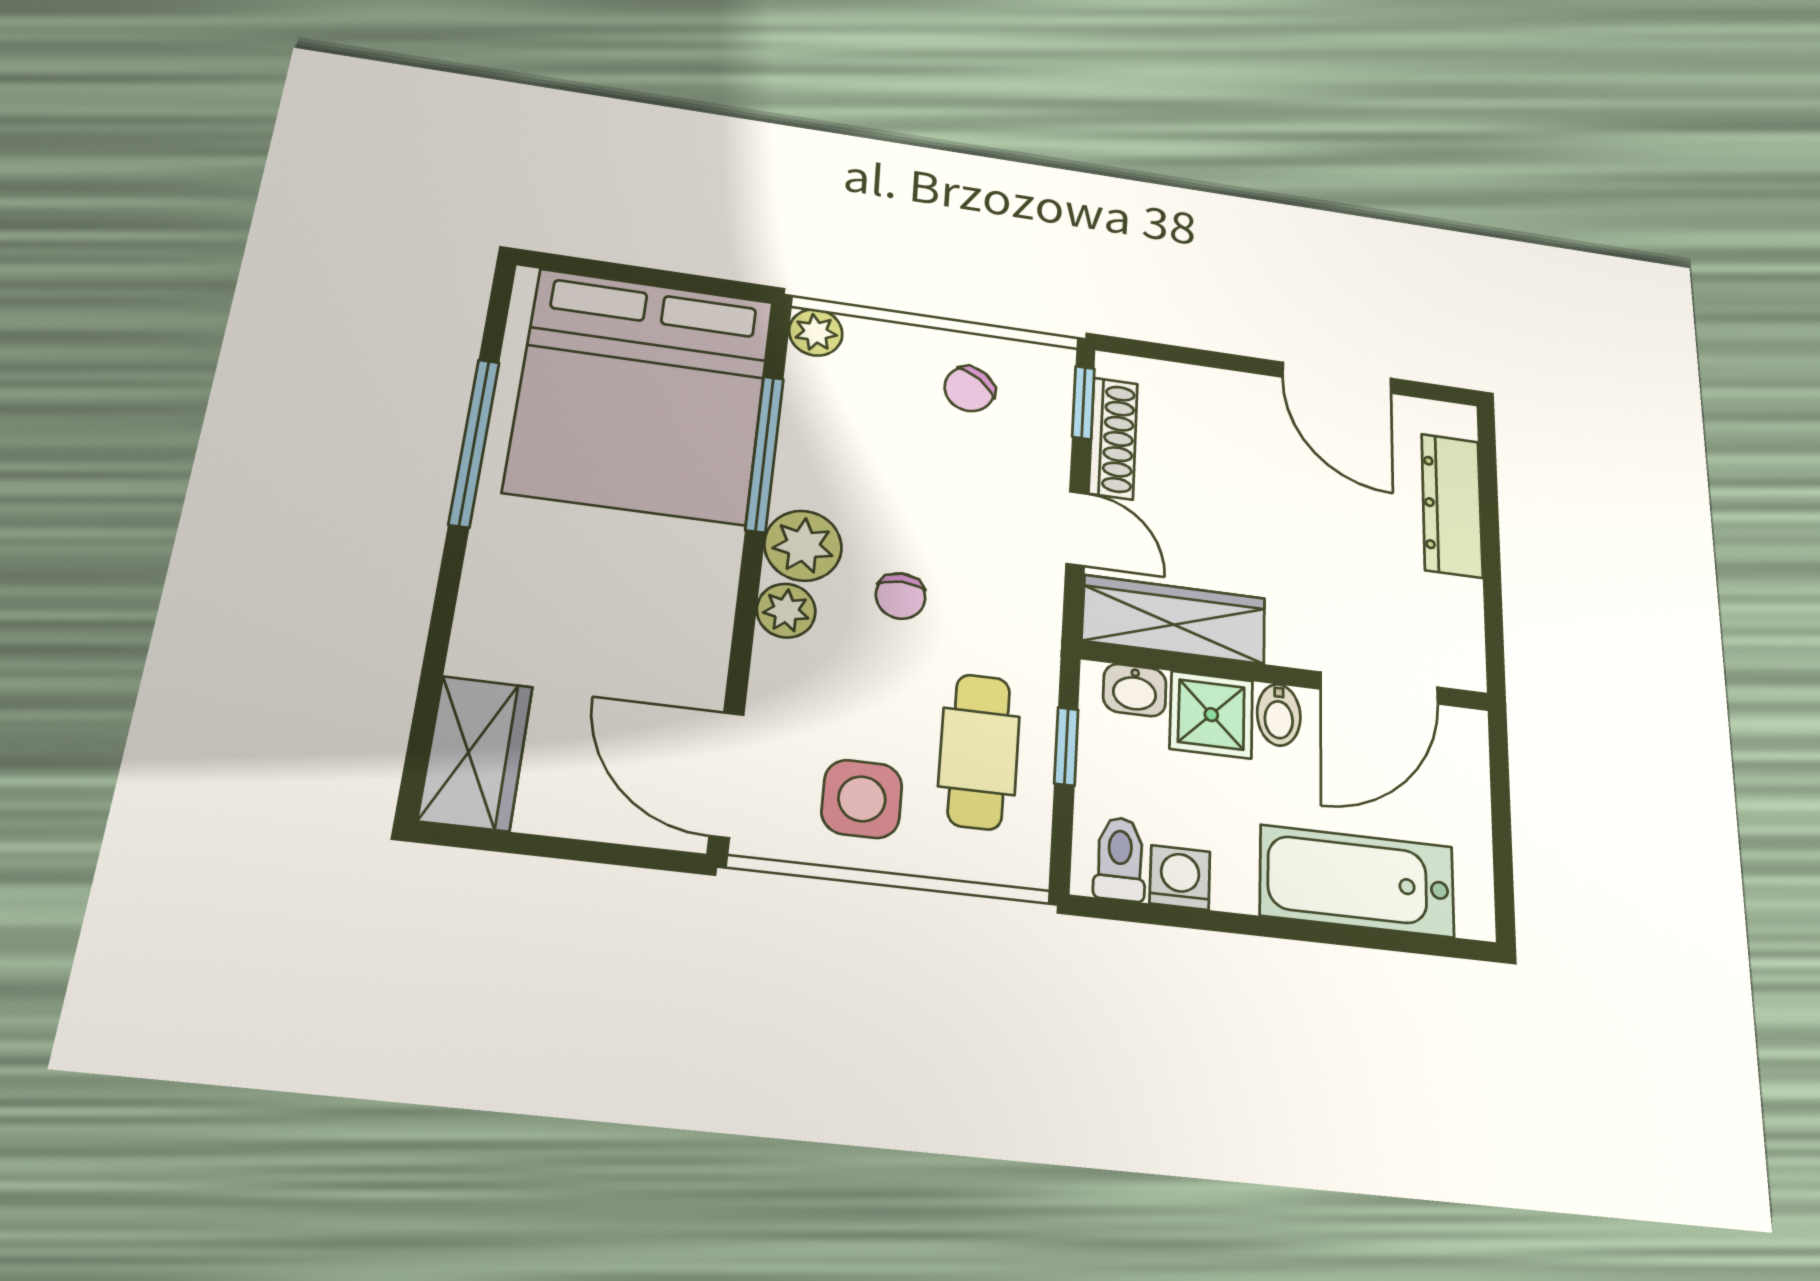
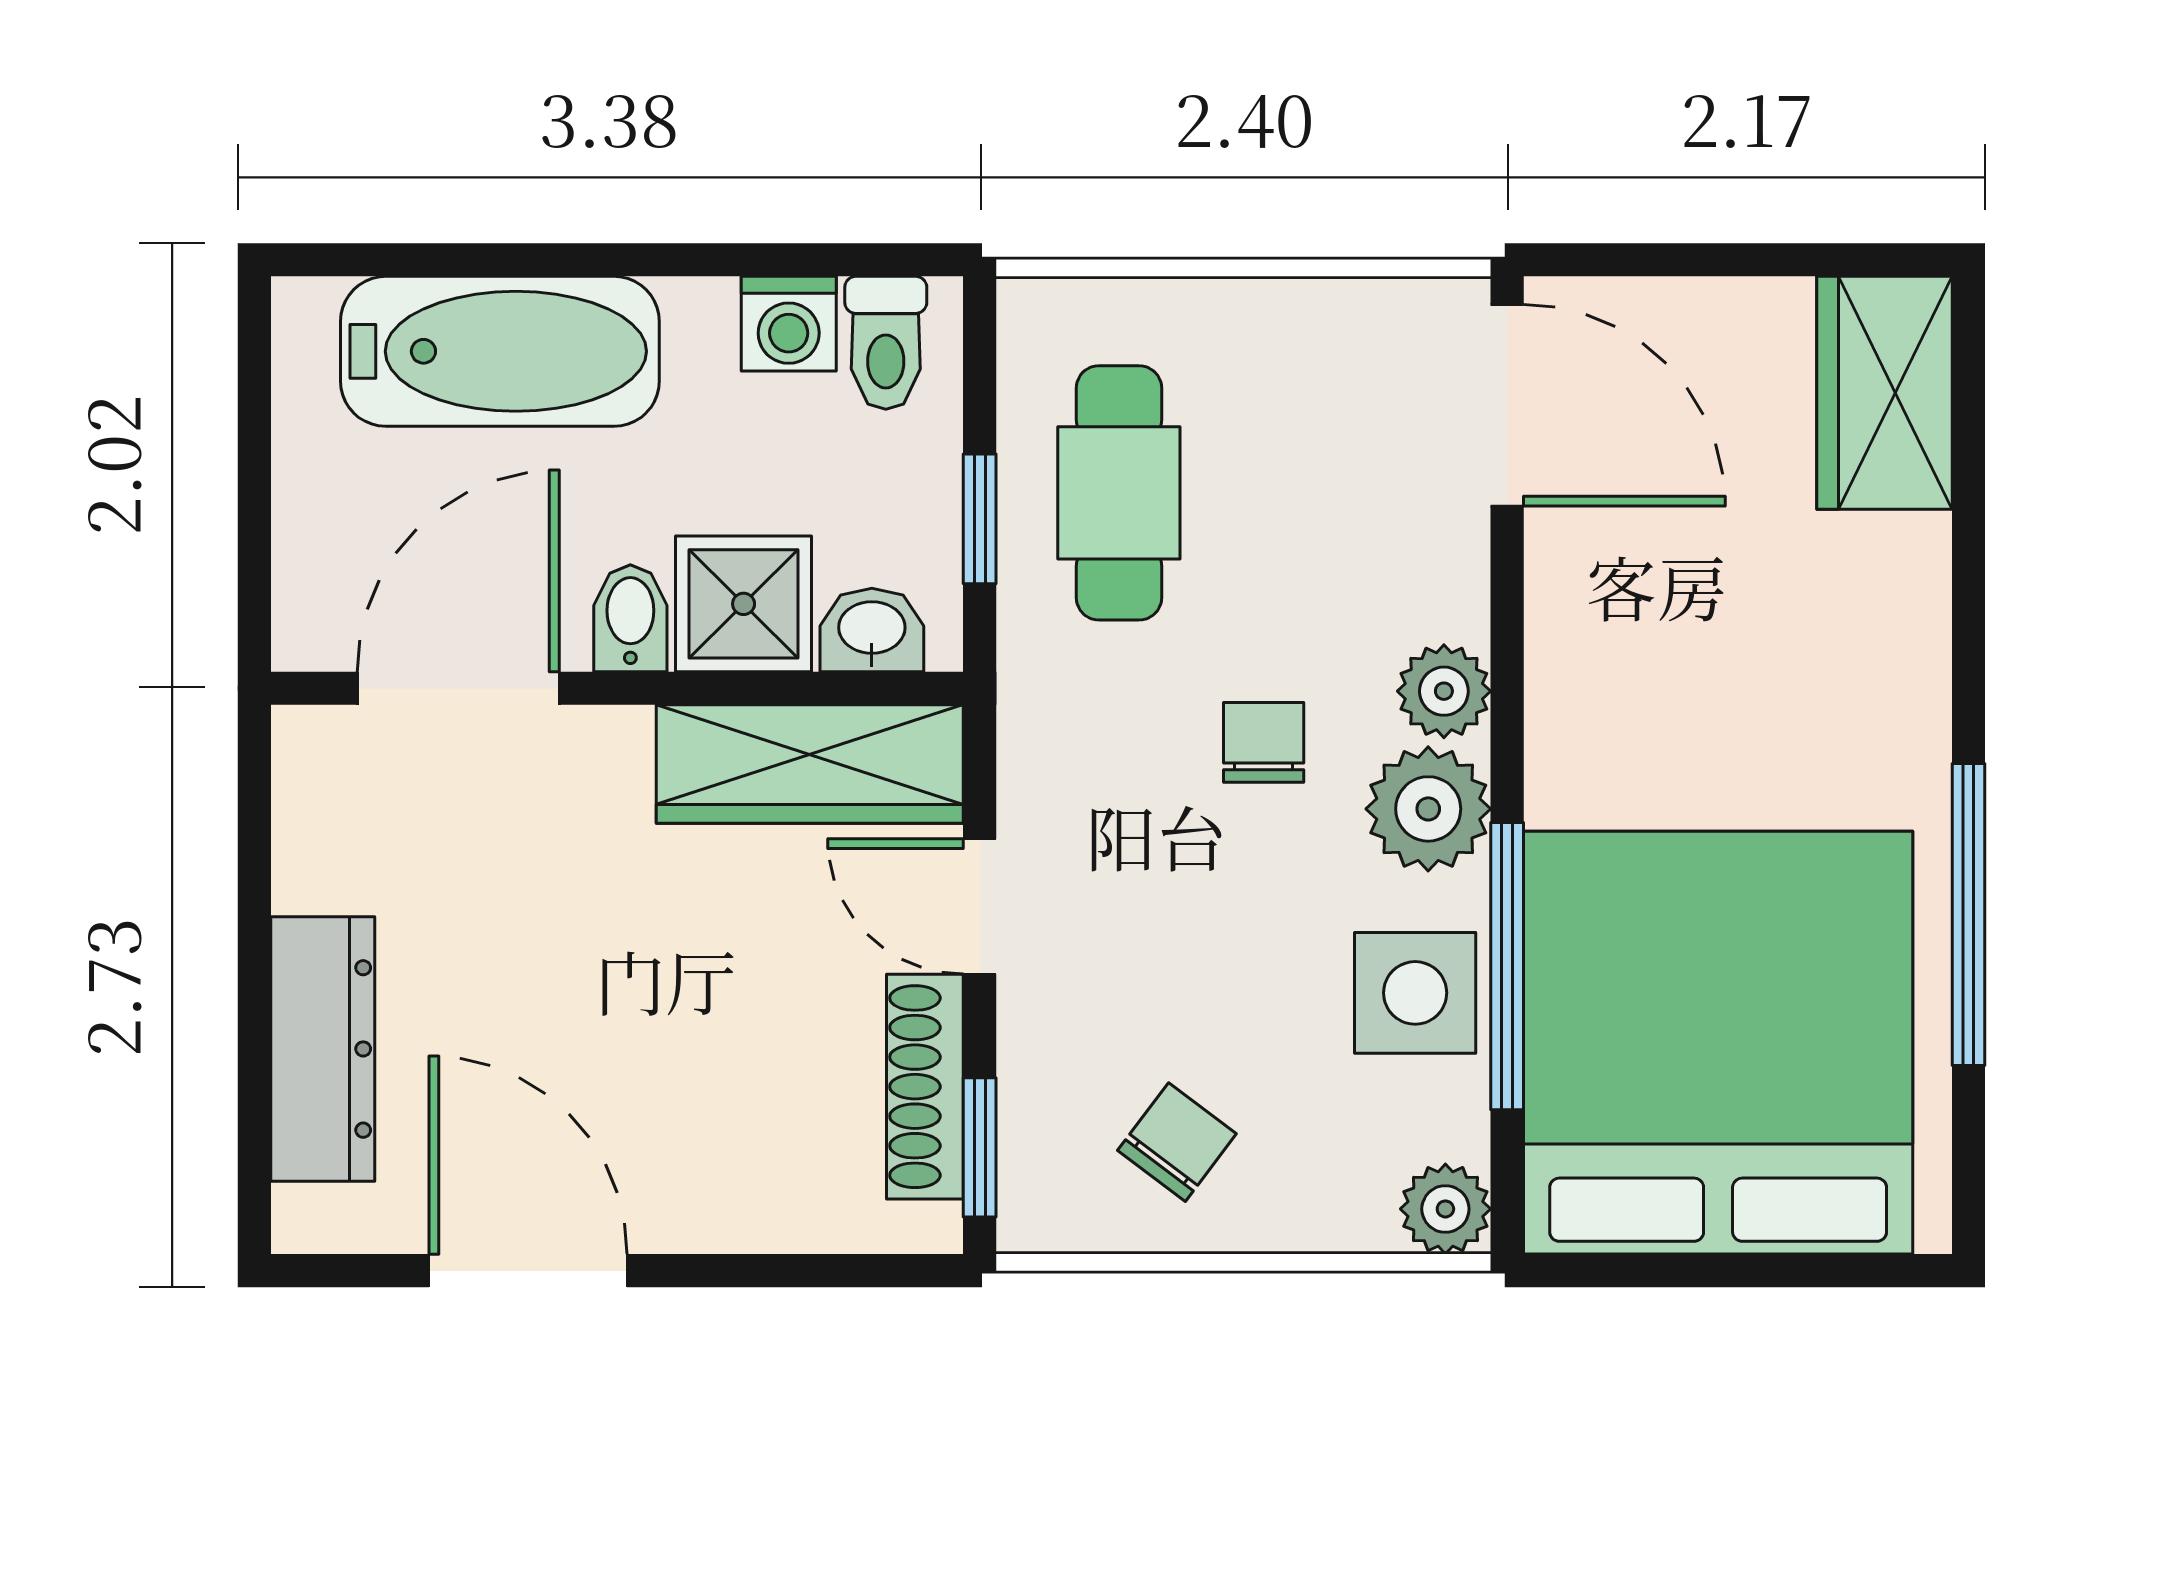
side table: (862, 799) -> (1415, 993), moved

